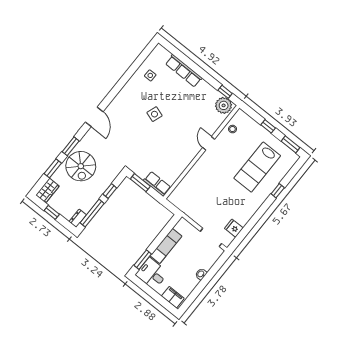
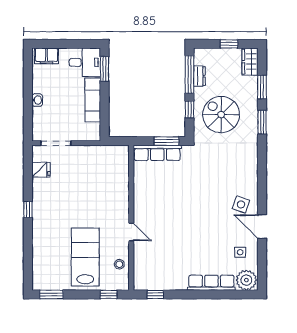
plant: (224, 105) -> (246, 280), moved
side table: (154, 114) -> (241, 204), moved
door: (94, 117) -> (262, 227), moved
window: (268, 126) -> (109, 294), moved
spiral stairs: (81, 166) -> (221, 115), moved
lab bench: (257, 167) -> (85, 257), moved
row of seats: (157, 184) -> (157, 153), width x1.48
window: (278, 191) -> (28, 210), moved
dresser: (78, 218) -> (199, 76), moved

